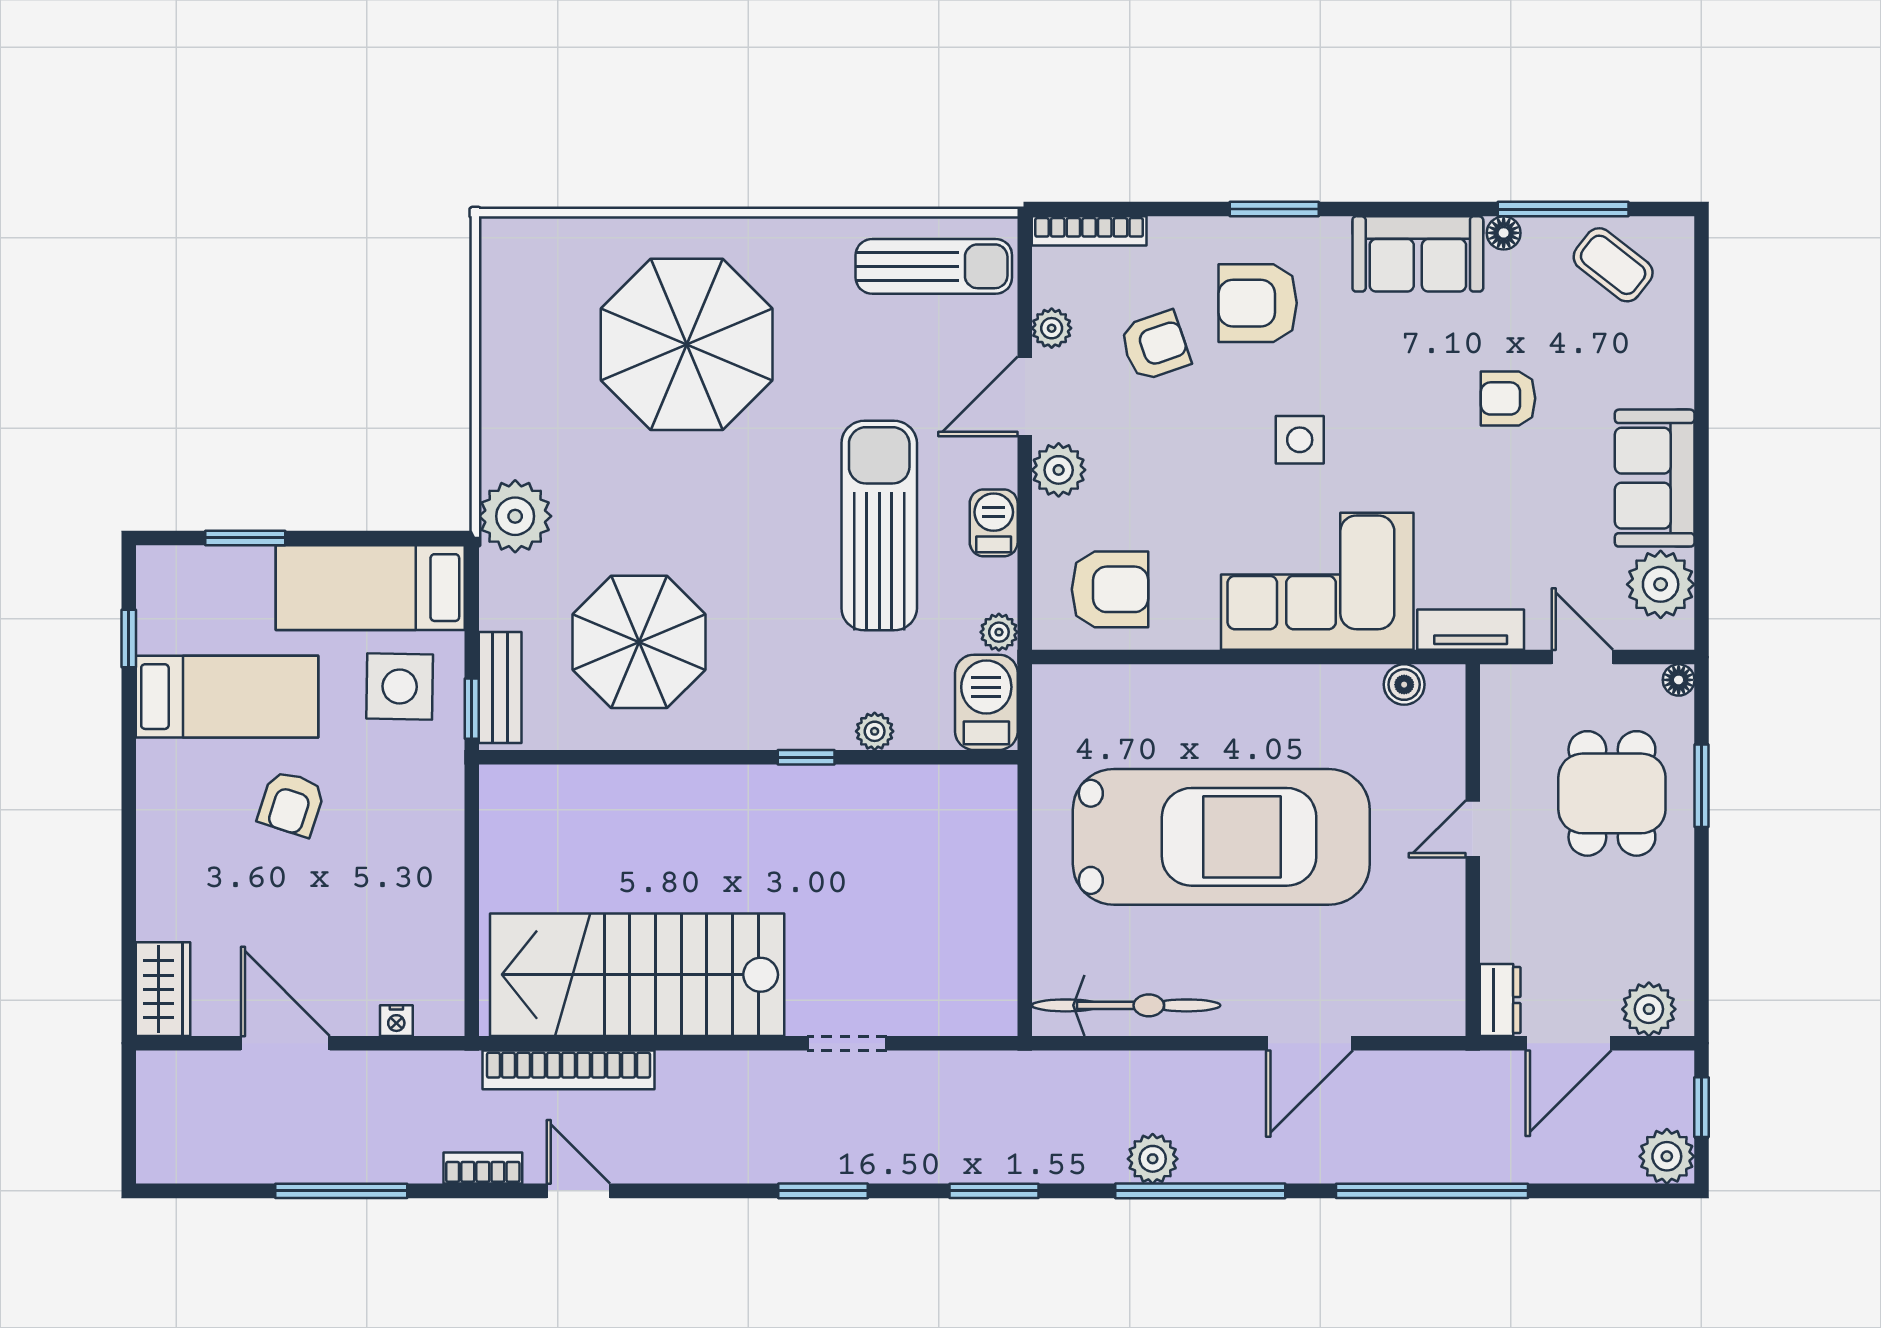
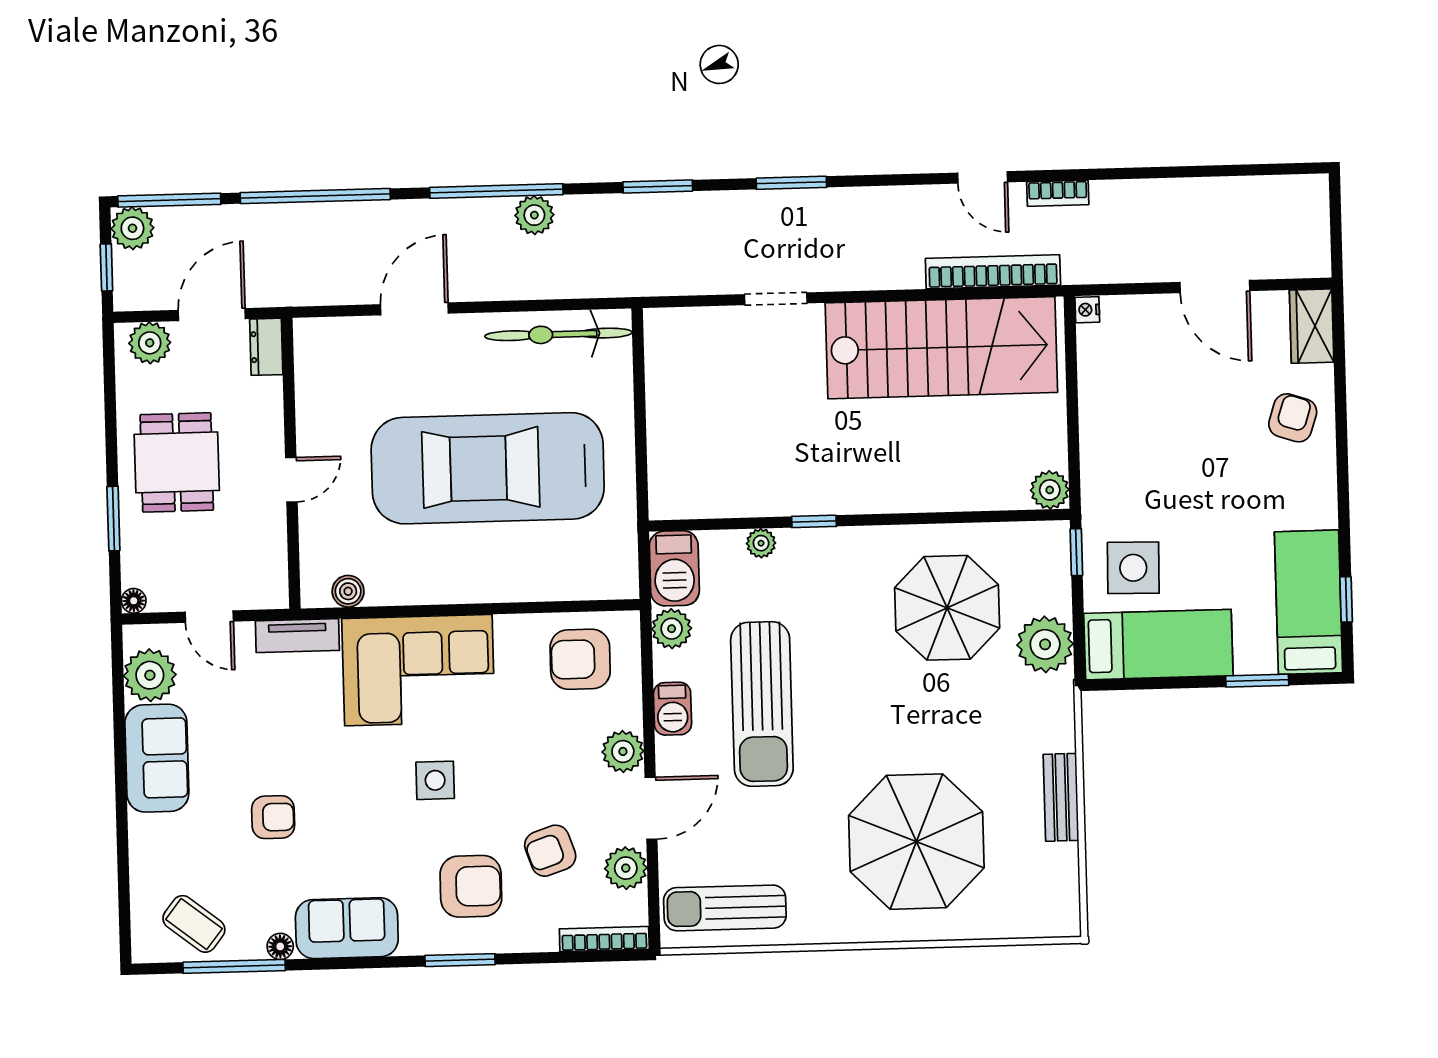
plant: (1052, 328) -> (626, 868), width x1.38, depth x1.38
plant: (515, 516) -> (1045, 644), moved
plant: (999, 632) -> (672, 629), width x1.38, depth x1.38
bench: (500, 687) -> (1061, 797), moved
bed: (227, 697) -> (1309, 602), moved, turned 90
plant: (504, 789) -> (1050, 490), added
dining table: (1612, 793) -> (177, 462), moved
armchair: (291, 803) -> (1293, 418), moved
nightstand: (396, 1021) -> (1087, 310), moved, turned -90
window: (341, 1191) -> (169, 200), moved

